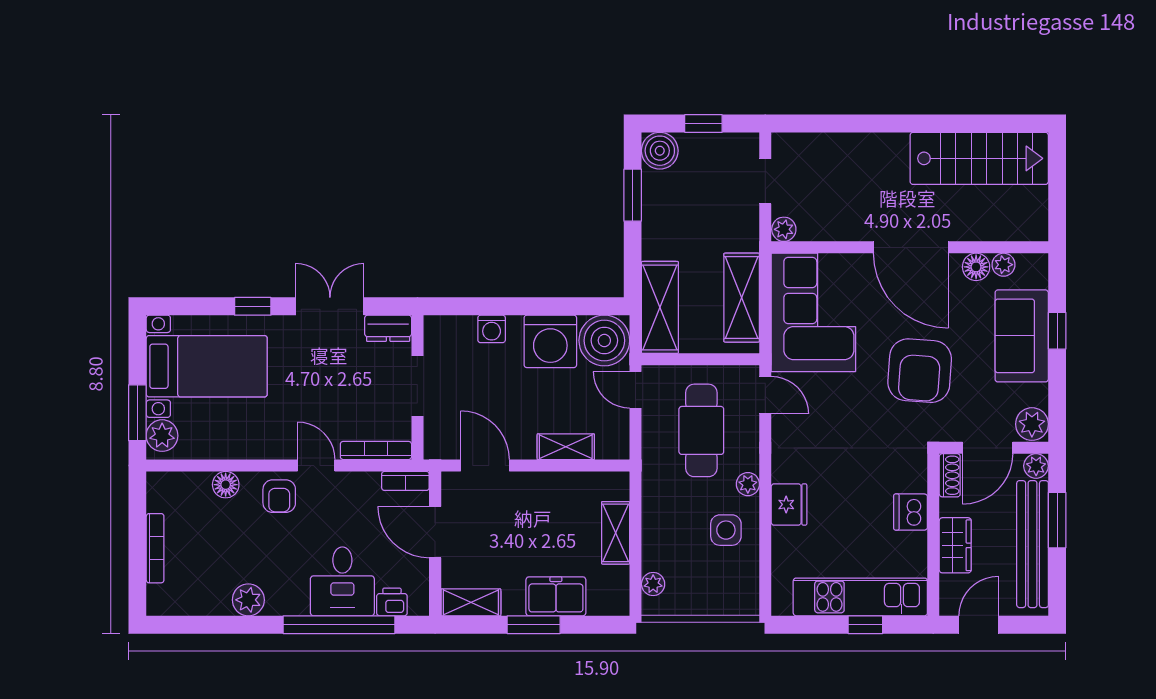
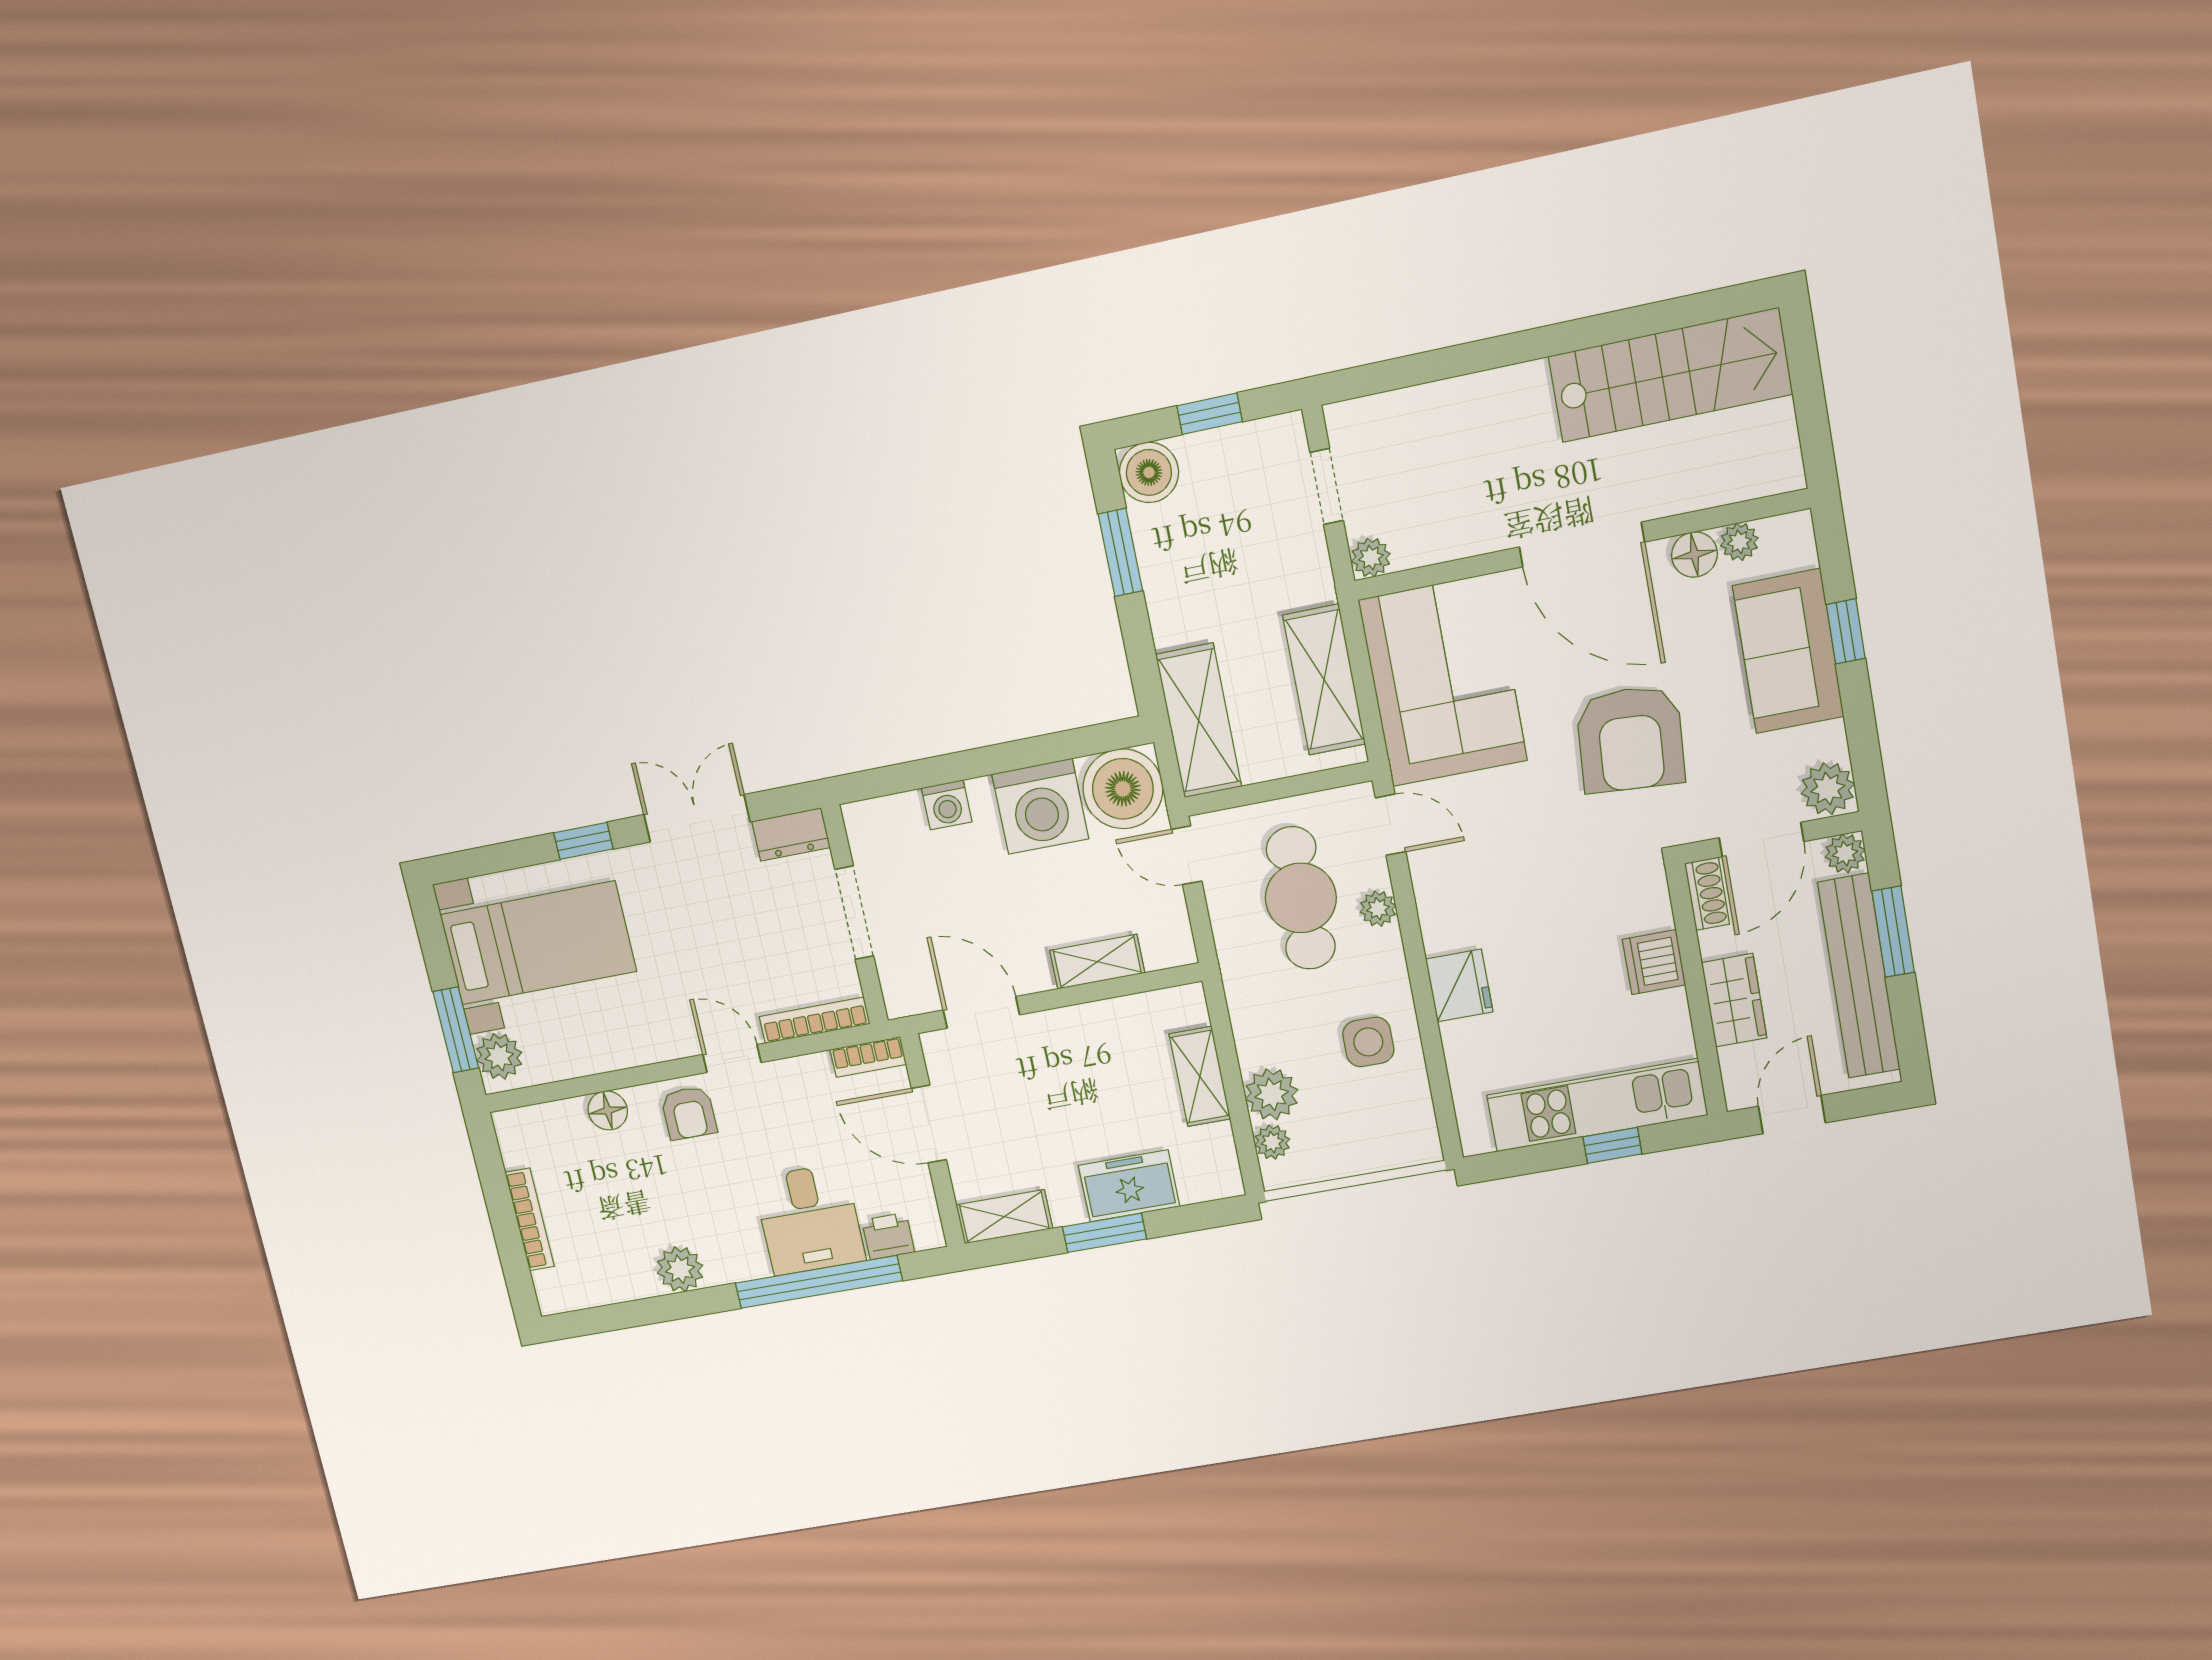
plant: (748, 484) -> (1378, 909), moved
plant: (659, 553) -> (1272, 1094), added

